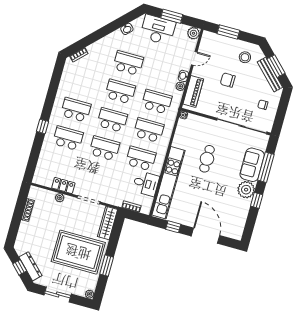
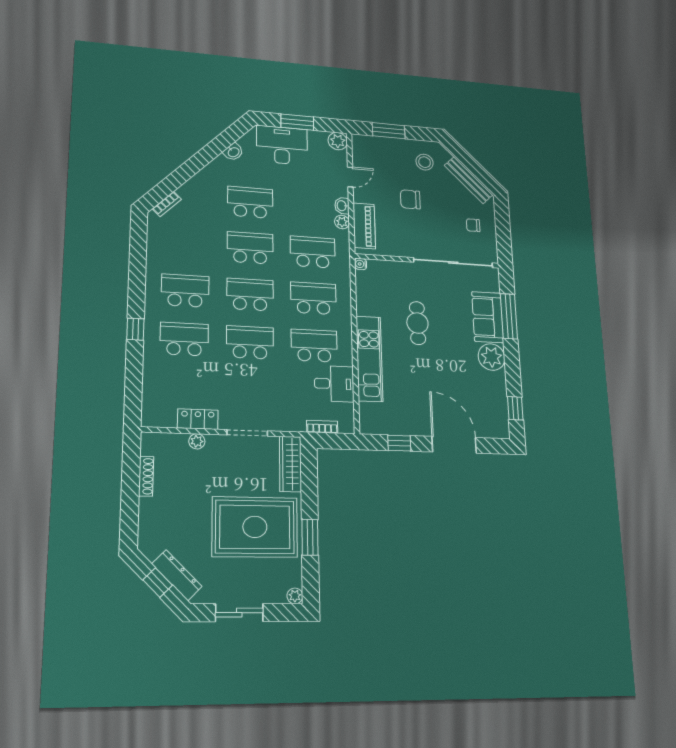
window: (276, 66) -> (473, 167), removed
kitchen unit: (168, 183) -> (369, 359), width x0.73
window: (257, 200) -> (515, 408), moved

